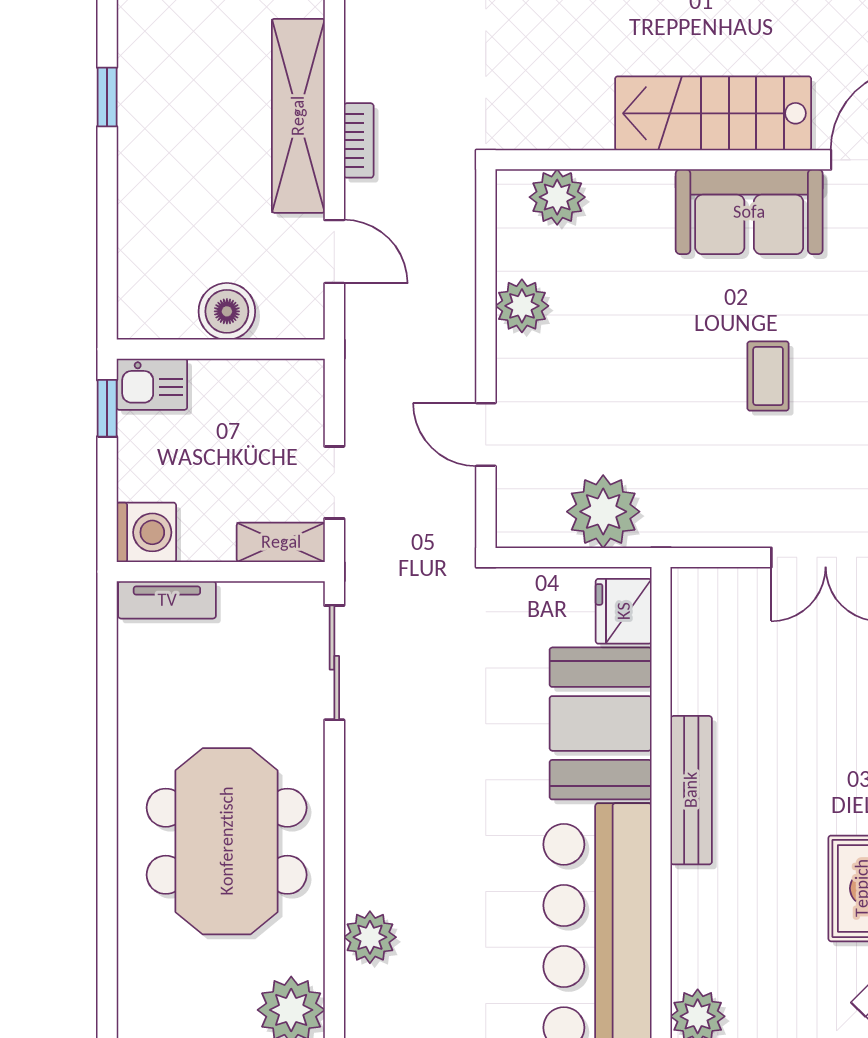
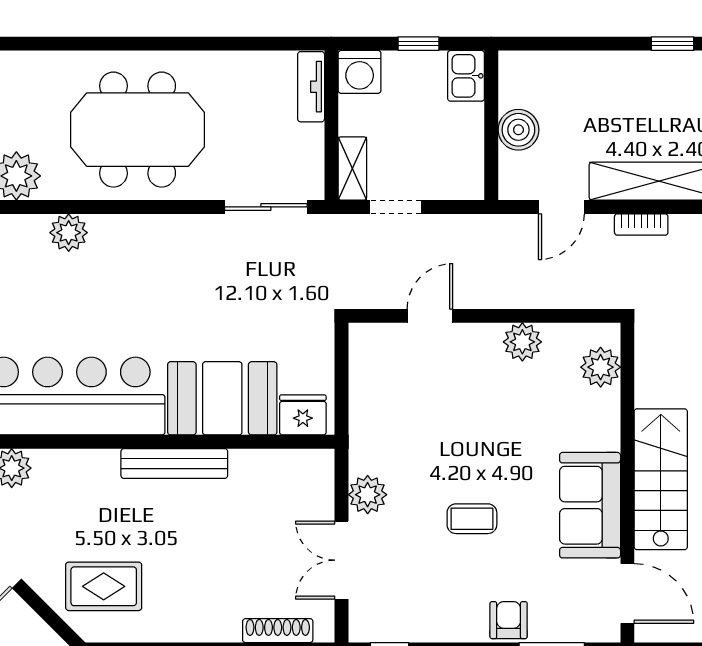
window: (107, 408) -> (418, 44), moved
plant: (603, 512) -> (368, 495), moved, width x0.73, depth x0.73

